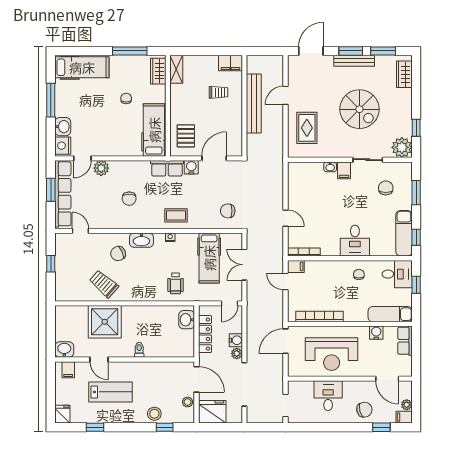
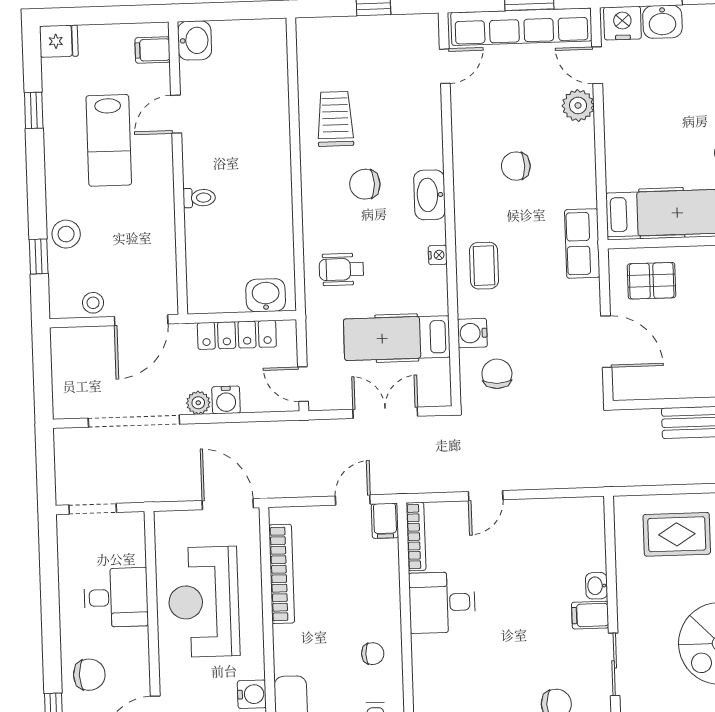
water cooler: (191, 167) -> (472, 333), moved, turned 180
desk: (355, 241) -> (442, 602), moved
chair: (118, 254) -> (365, 184), moved, turned -65
trolley: (104, 284) -> (335, 119), turned -41
shower: (105, 322) -> (256, 123), removed
chair: (364, 410) -> (89, 675), turned -76
fridge: (212, 412) -> (74, 356), removed

